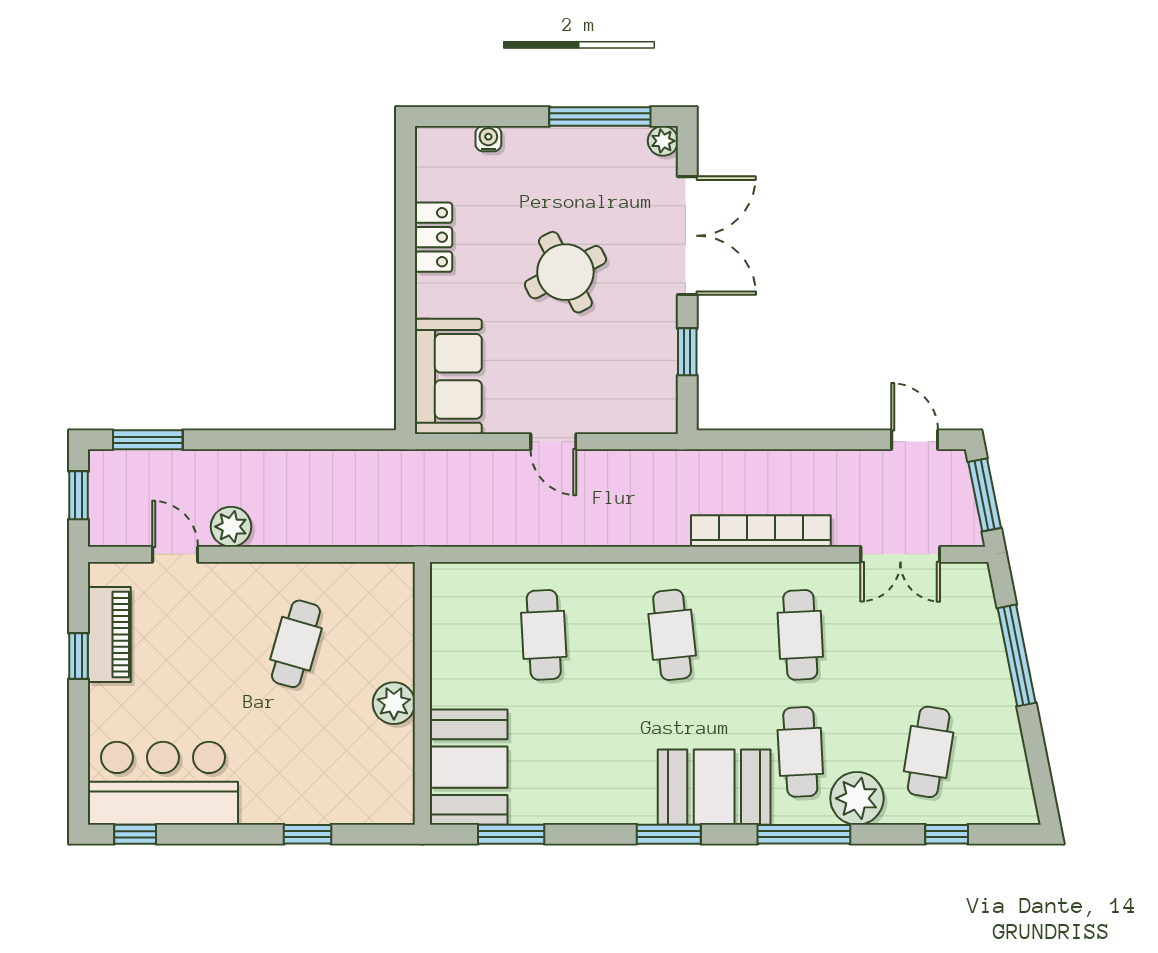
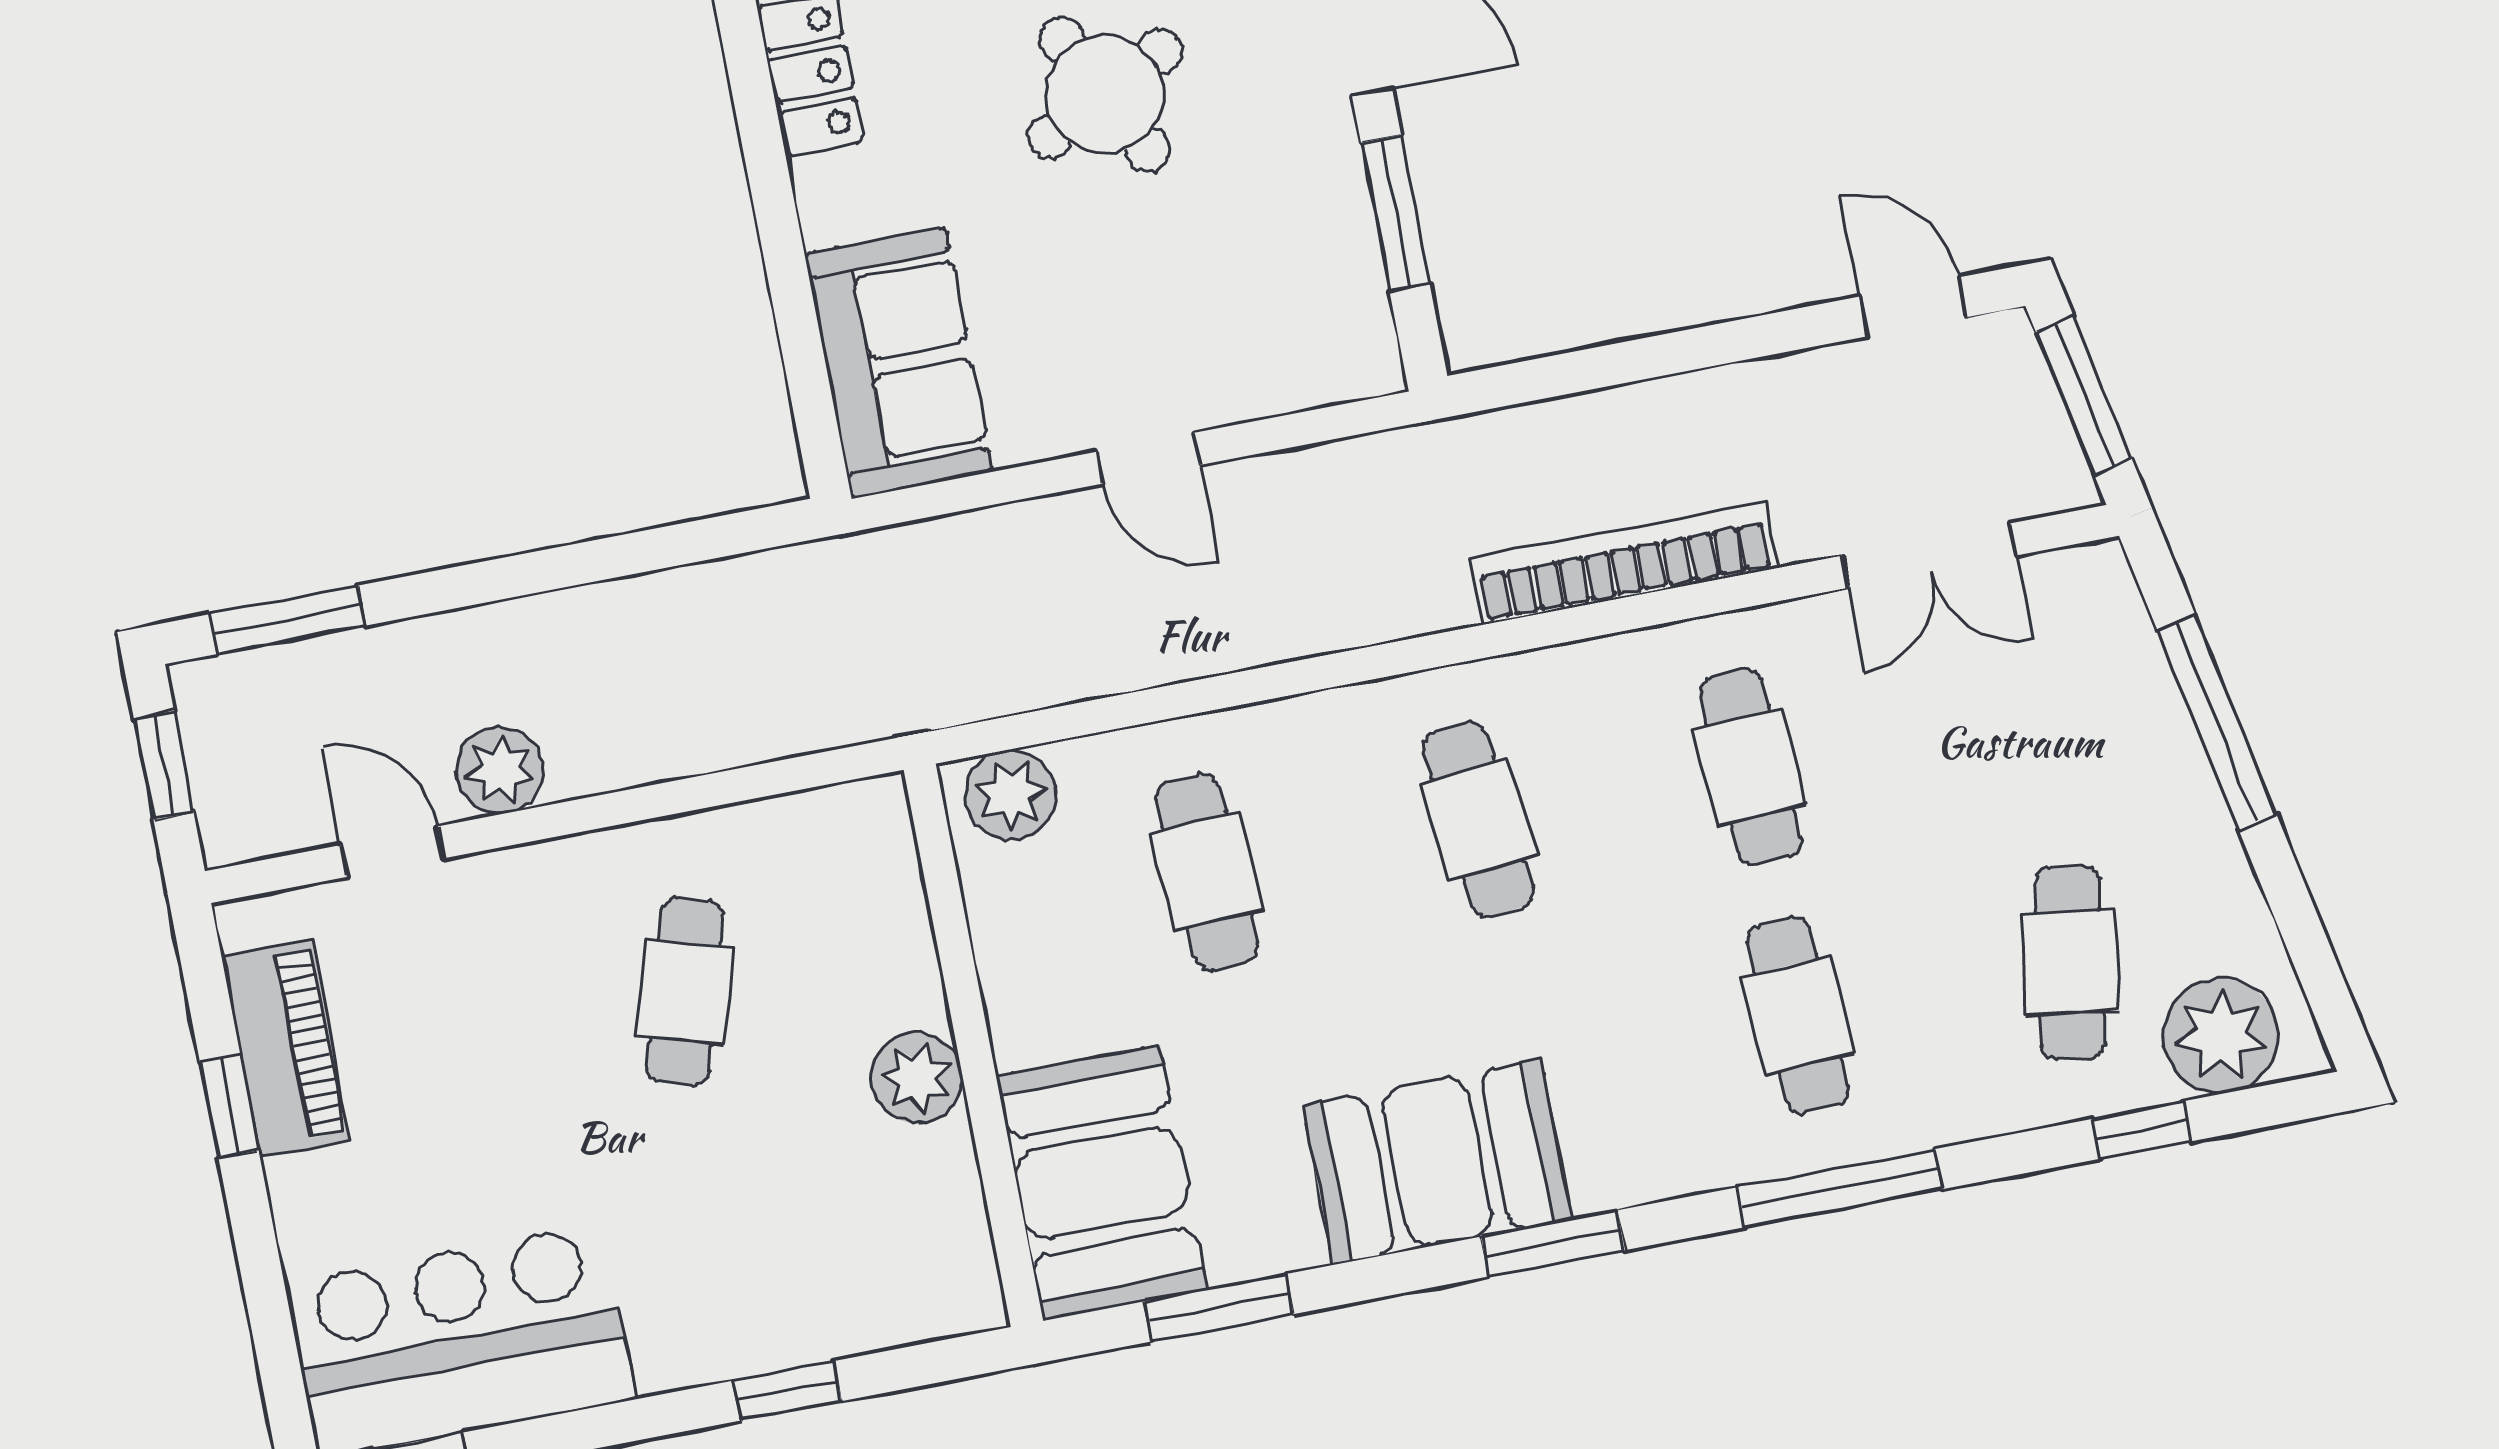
window: (687, 352) -> (1395, 213), width x1.50
plant: (461, 583) -> (1011, 795), added
booth: (714, 787) -> (1437, 1162), moved
plant: (857, 798) -> (2221, 1036), moved

